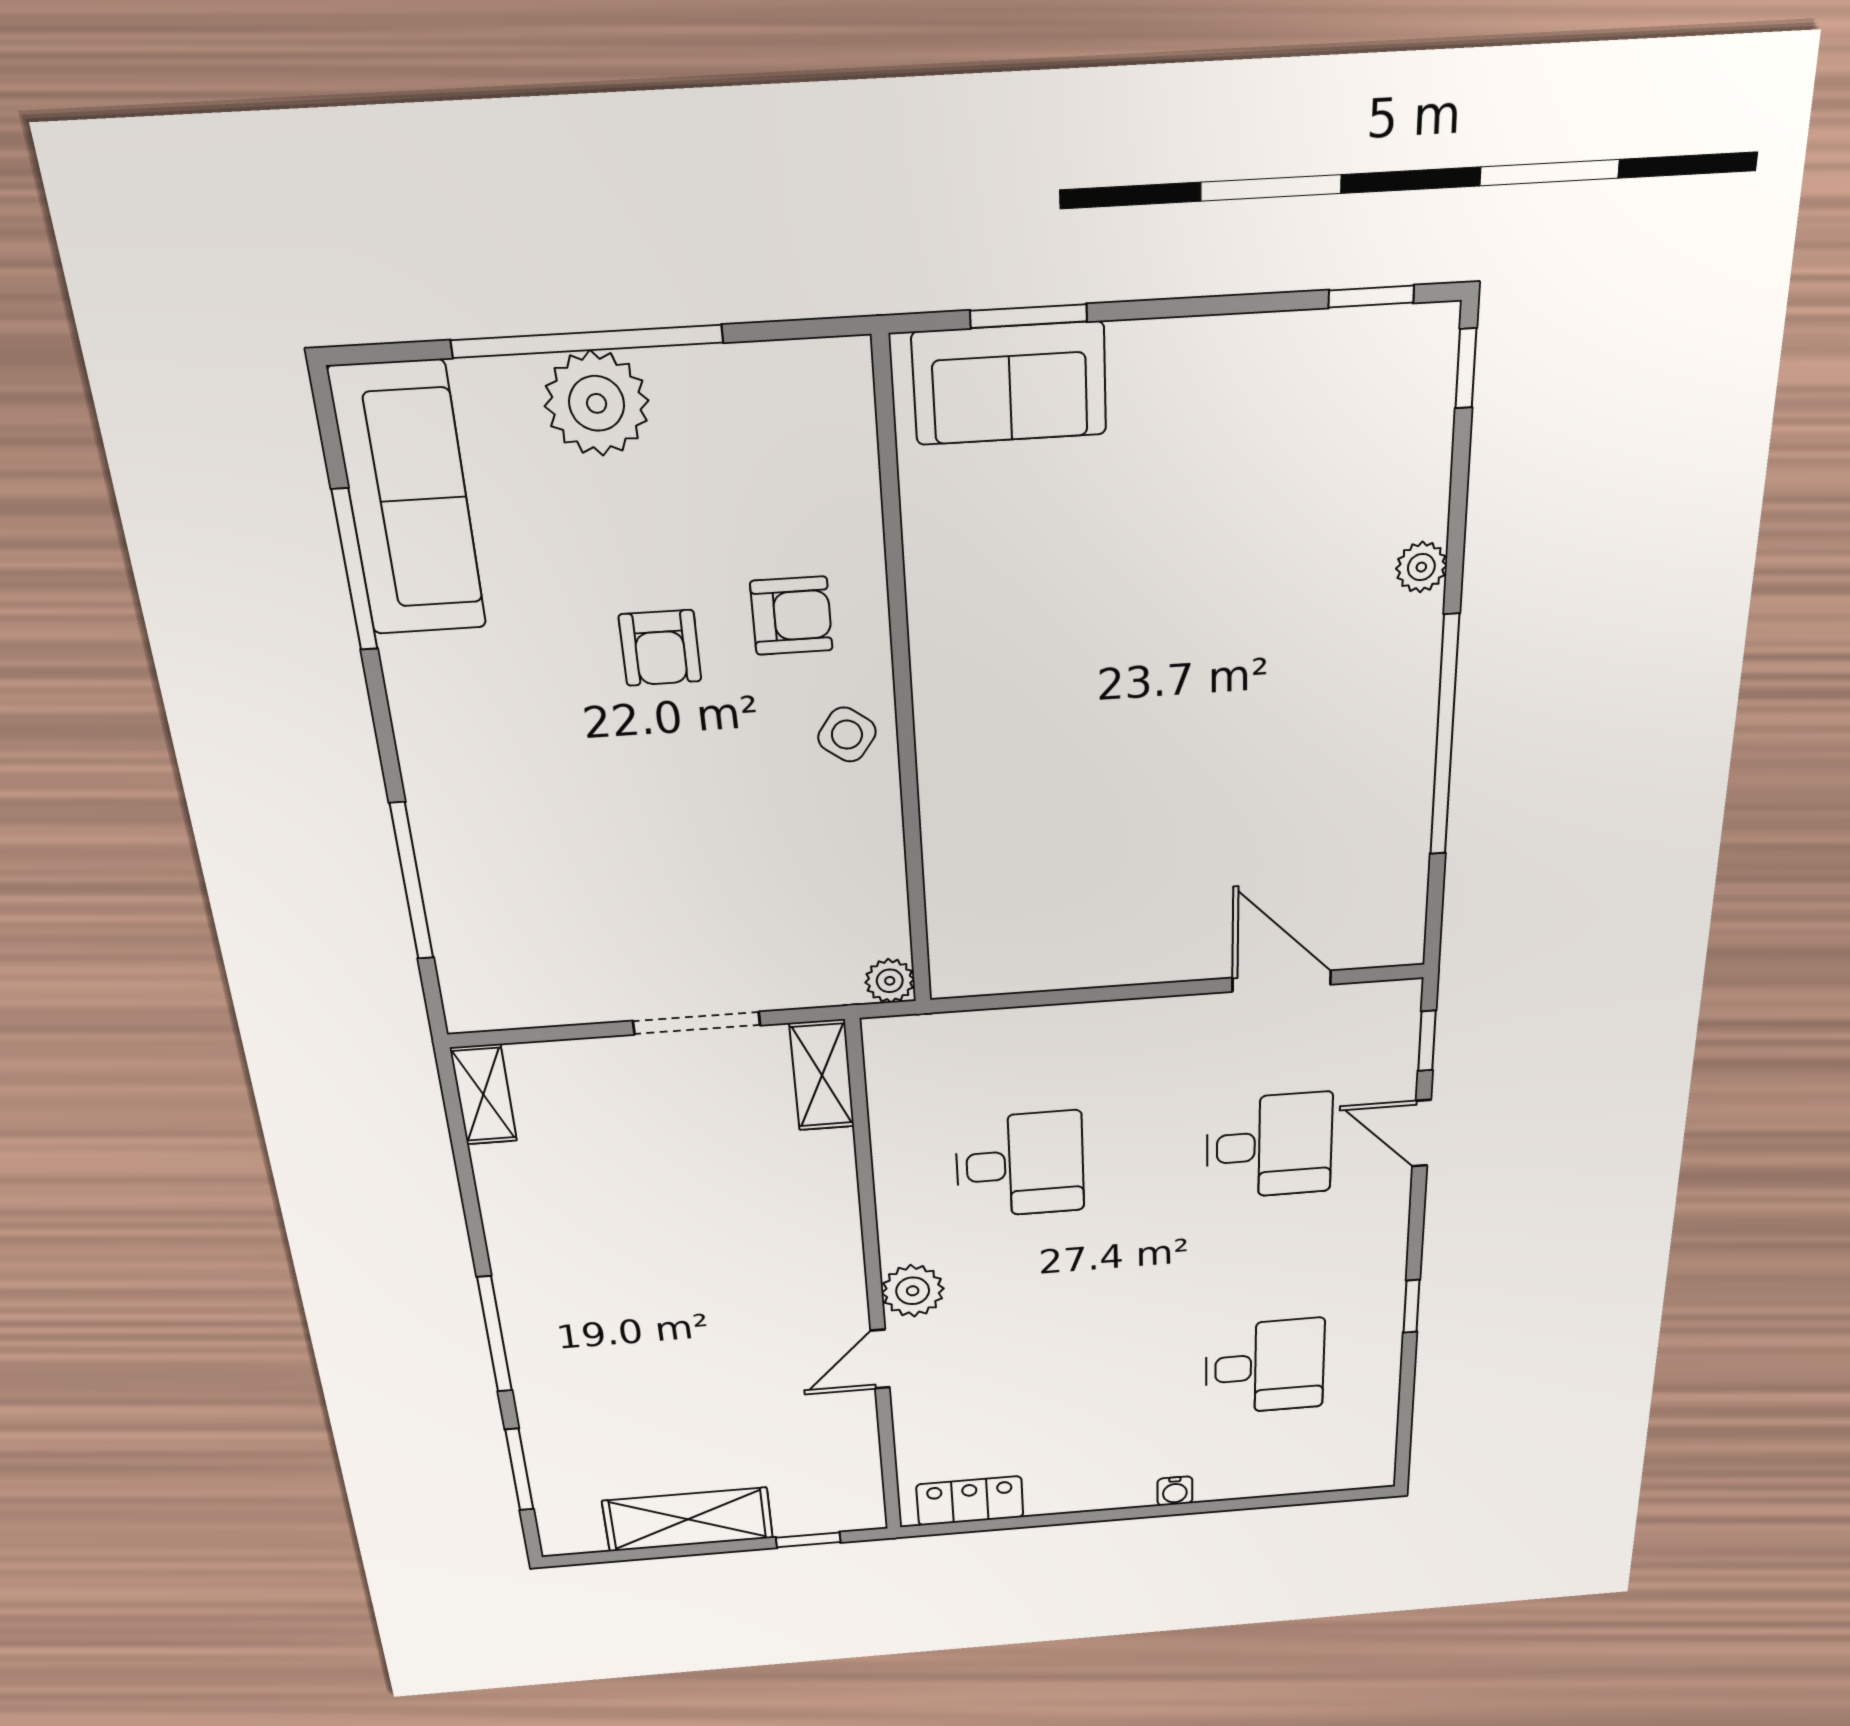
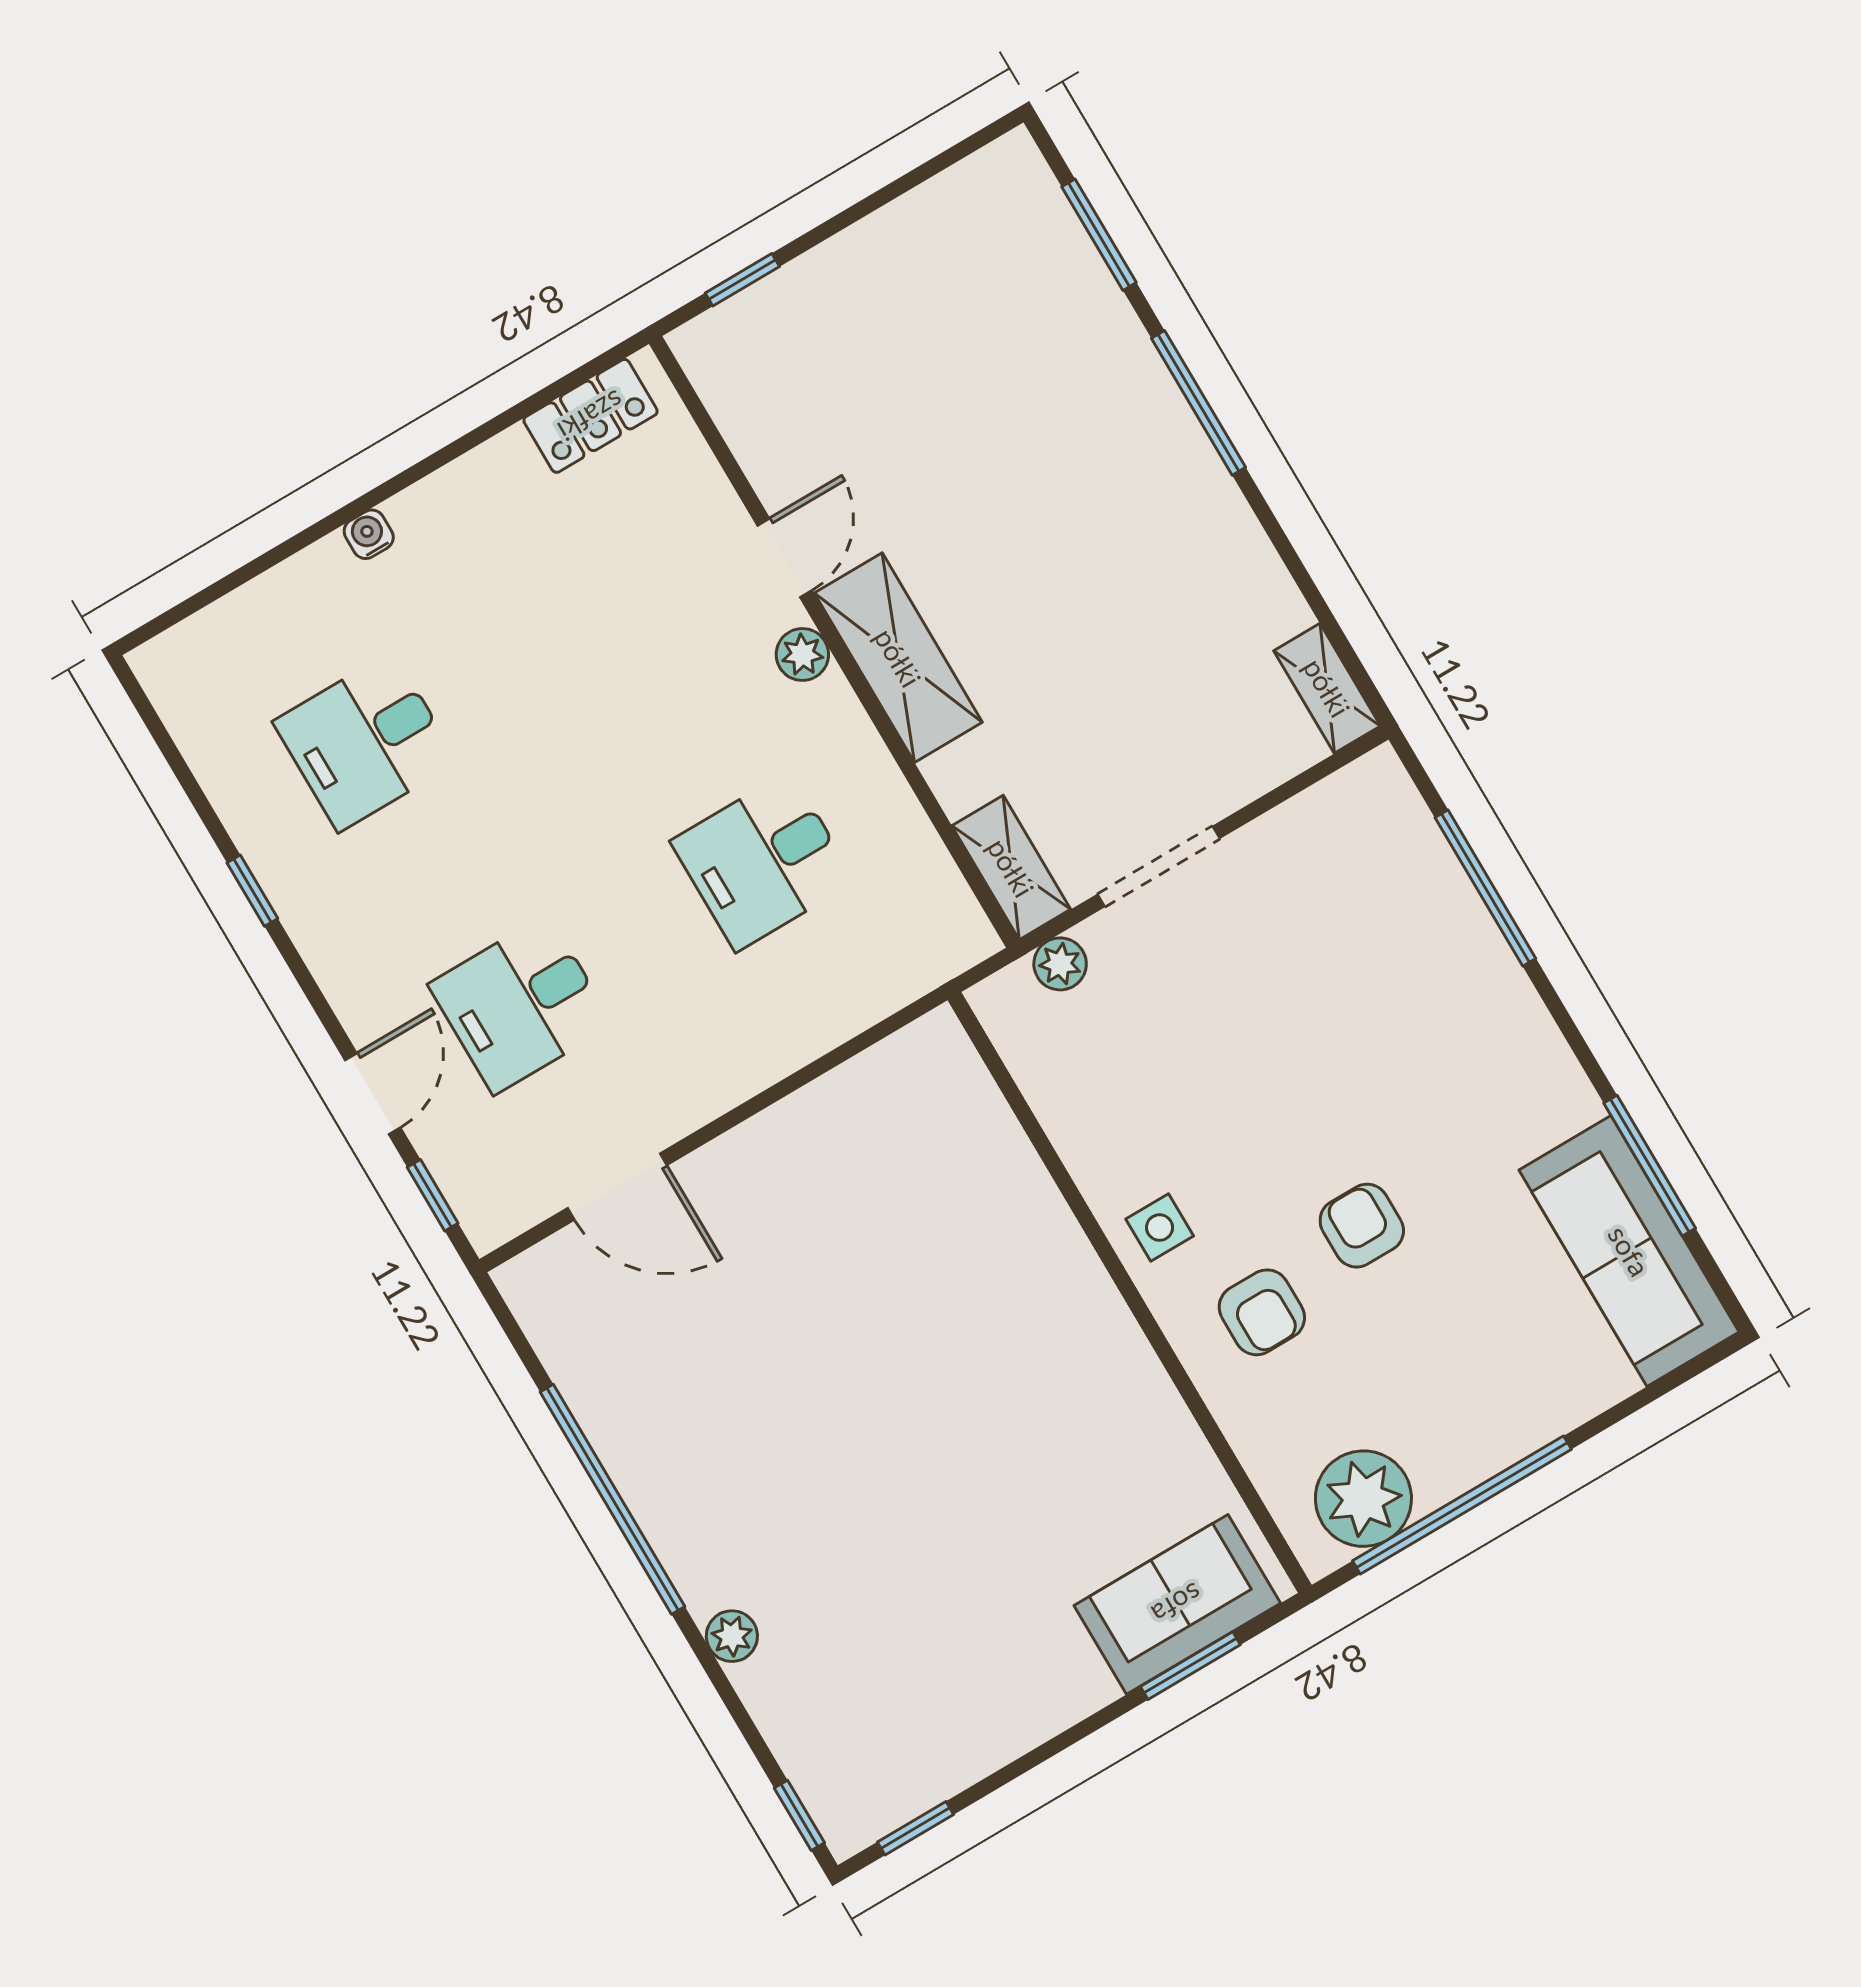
window: (587, 341) -> (1462, 1505), moved
plant: (597, 403) -> (1363, 1499), moved
armchair: (791, 616) -> (1262, 1312), turned -90
side table: (847, 735) -> (1160, 1228), turned -36
plant: (890, 981) -> (1060, 964), moved
door: (1422, 1133) -> (373, 1094), hinge flipped
plant: (913, 1291) -> (802, 654), width x0.73, depth x0.73
shelving: (688, 1519) -> (898, 658), moved, turned 90

